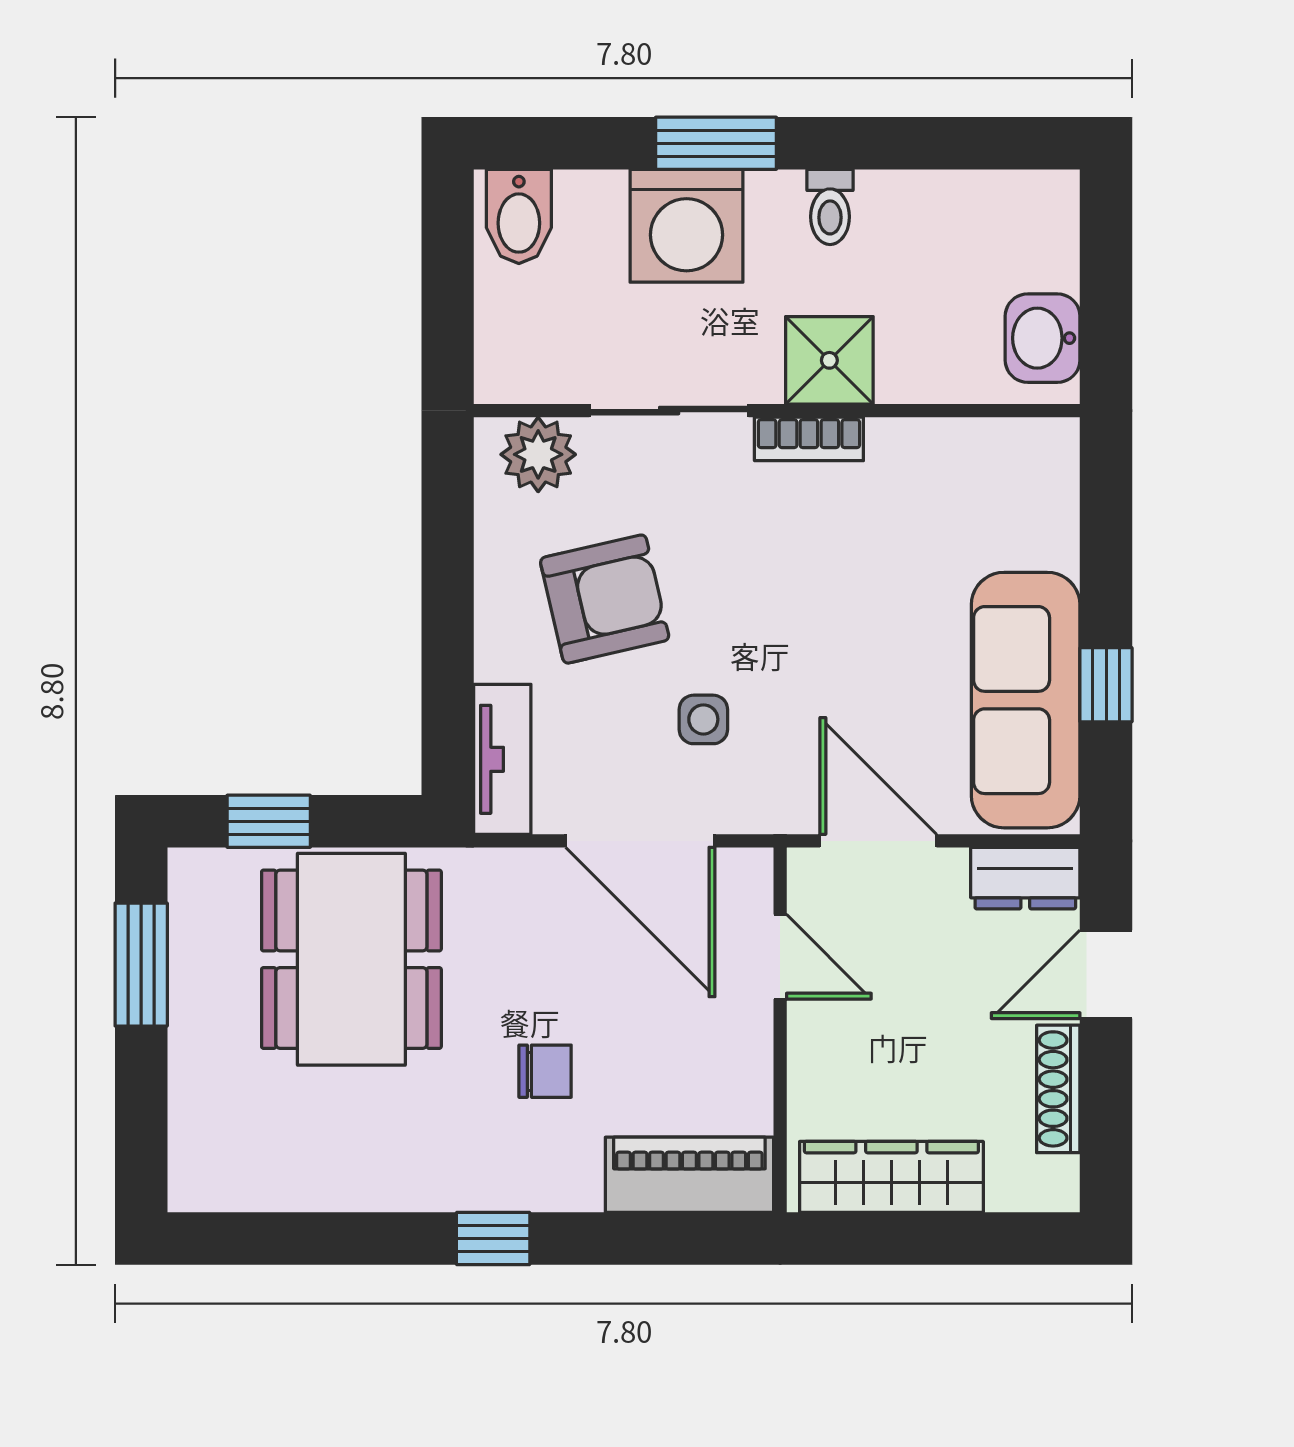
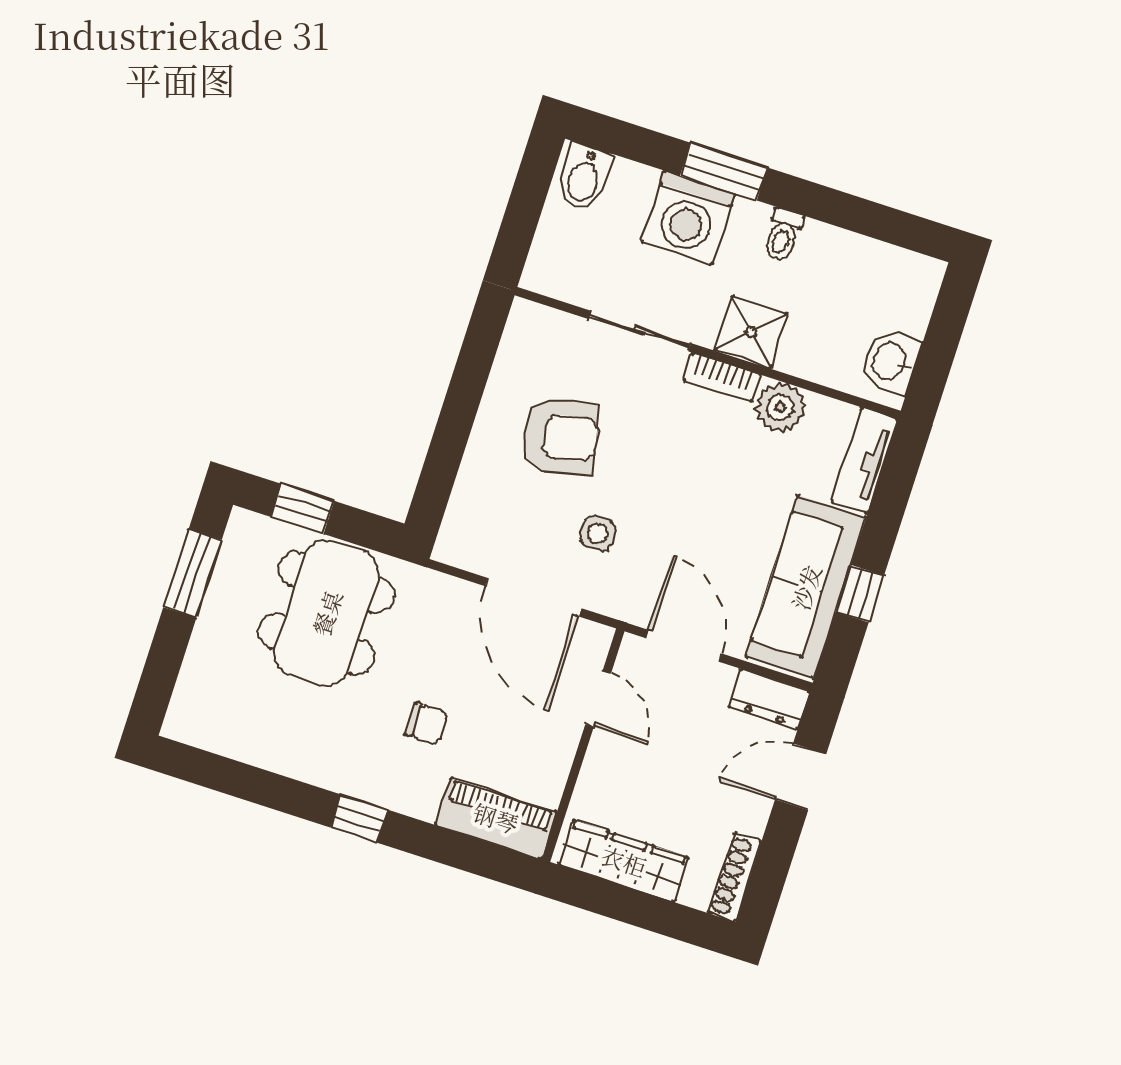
plant: (538, 454) -> (780, 407), moved
tv unit: (502, 759) -> (865, 461), moved, turned 180
shoe rack: (1058, 1089) -> (735, 877), moved

